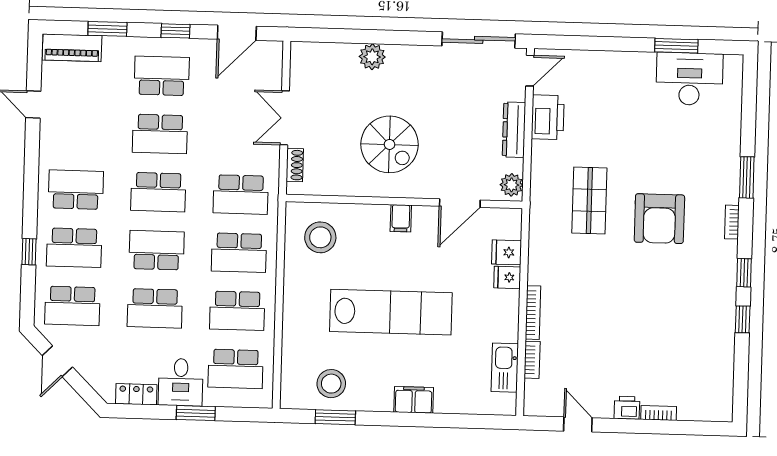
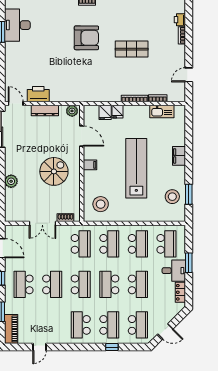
shop shelf: (589, 200) -> (132, 49), moved
printer: (627, 408) -> (180, 20), moved

